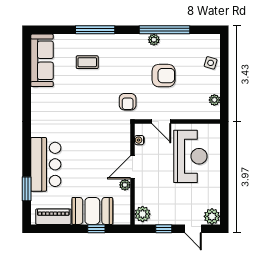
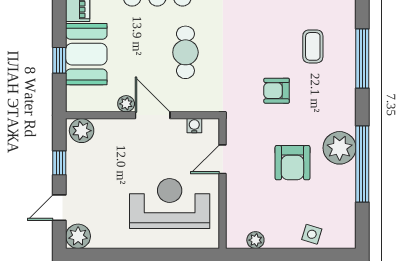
plant: (154, 40) -> (340, 148), width x1.87, depth x1.87
armchair: (128, 102) -> (277, 91), moved
cafe table: (91, 146) -> (185, 52), added
reception desk: (190, 156) -> (170, 204), turned 180

